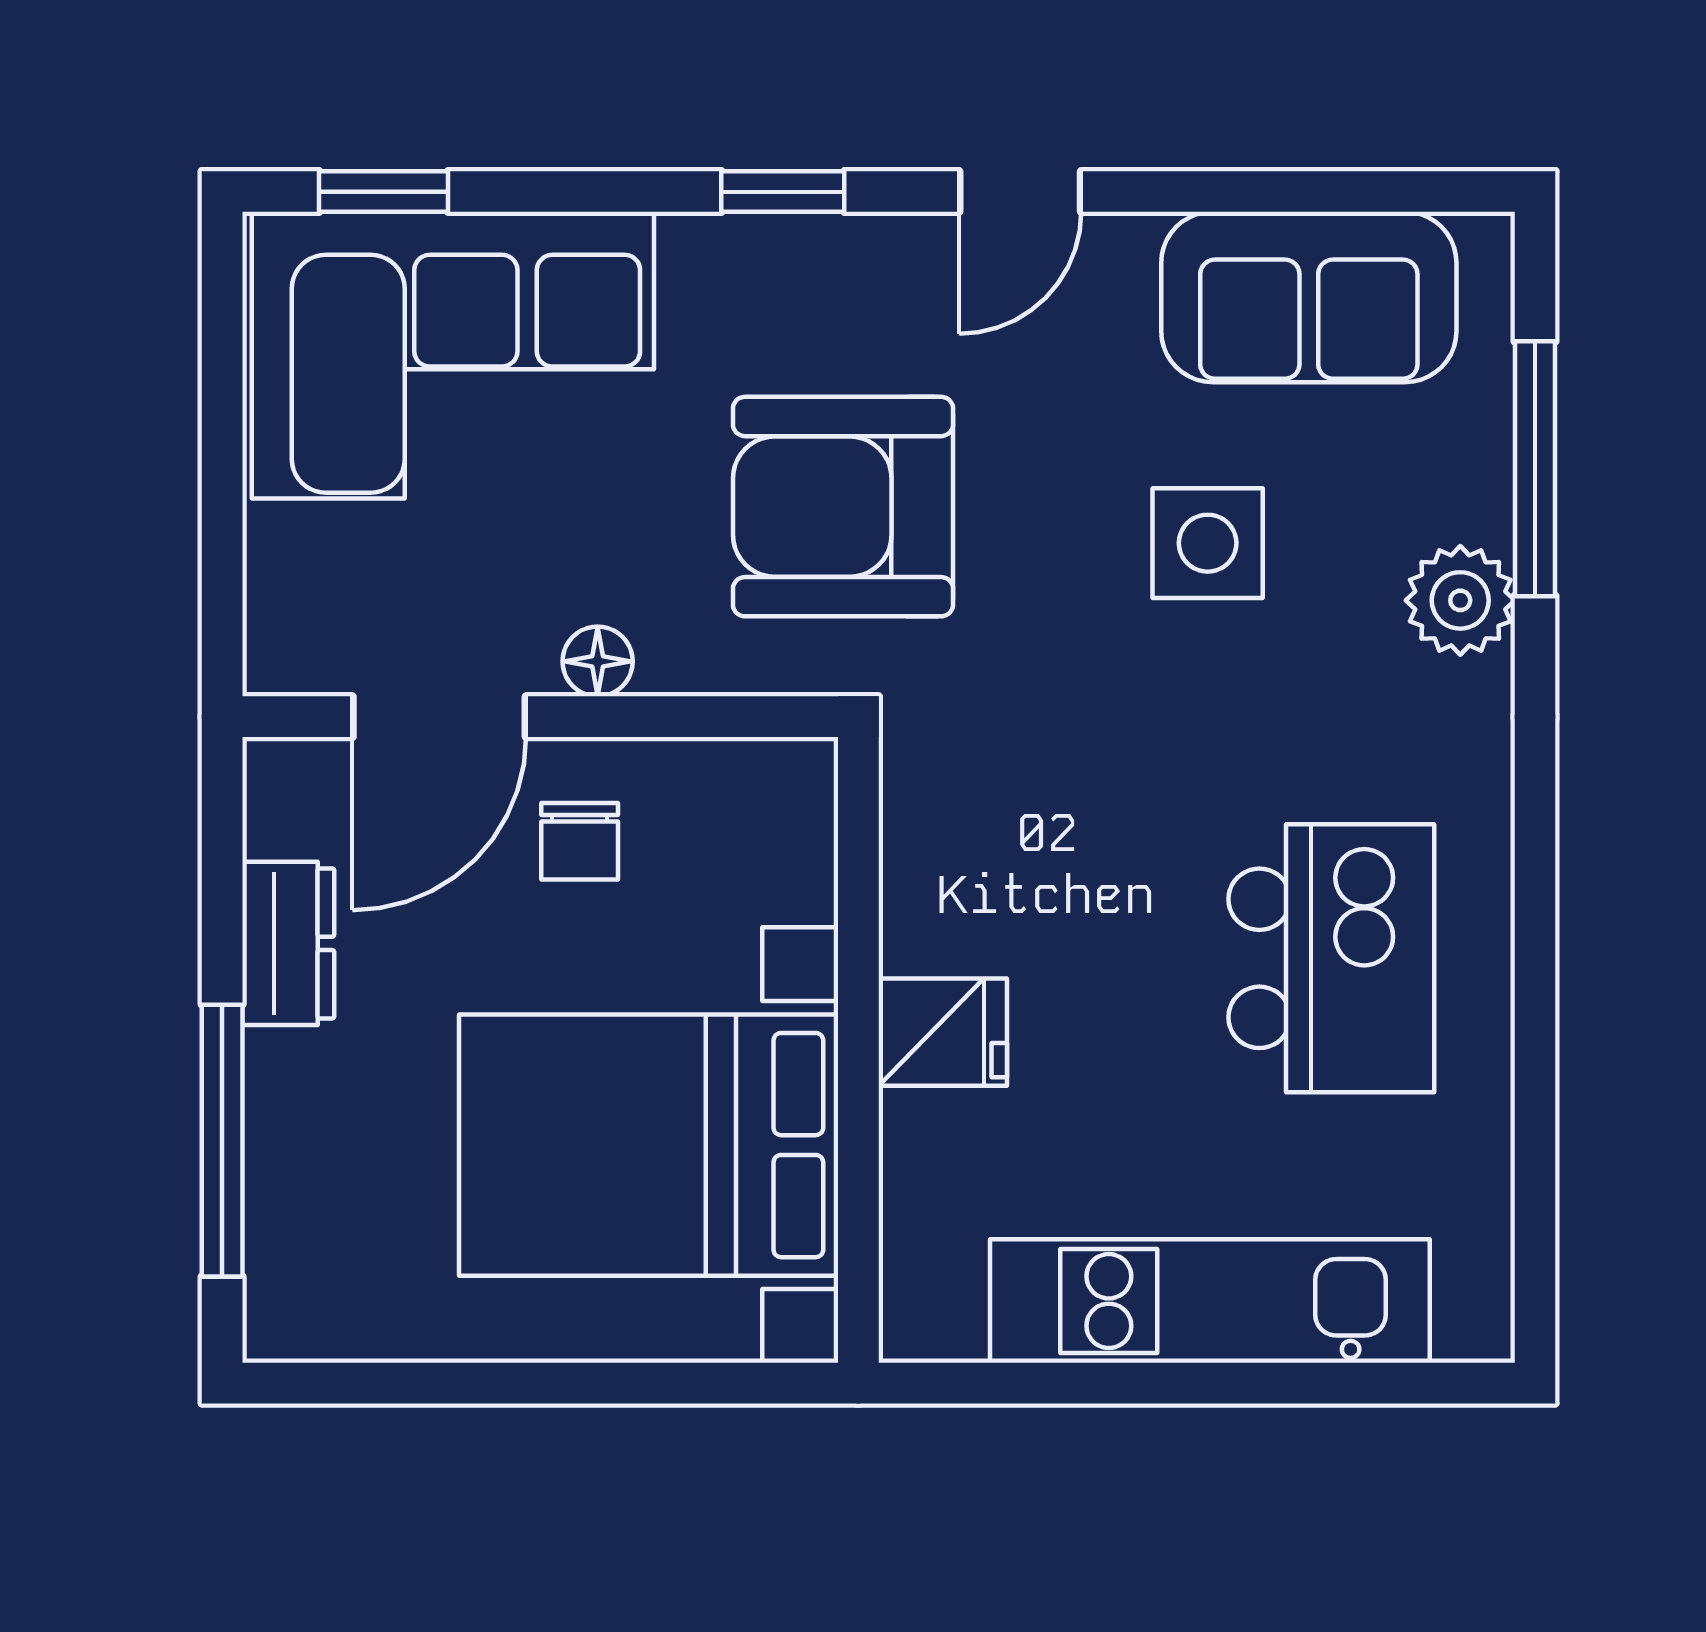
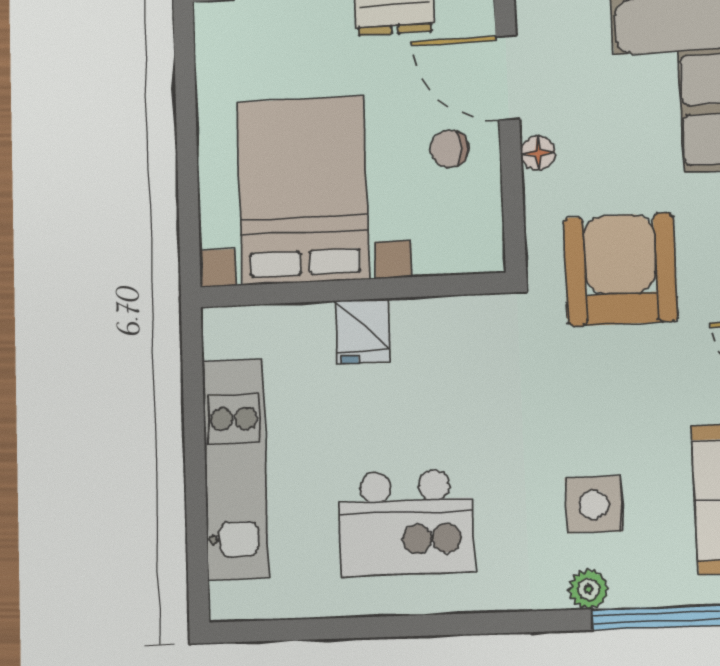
side table: (1208, 543) -> (594, 505), moved
plant: (1460, 600) -> (588, 589), width x0.73, depth x0.73

